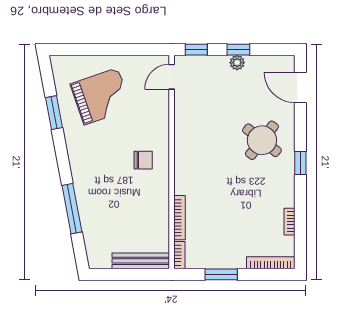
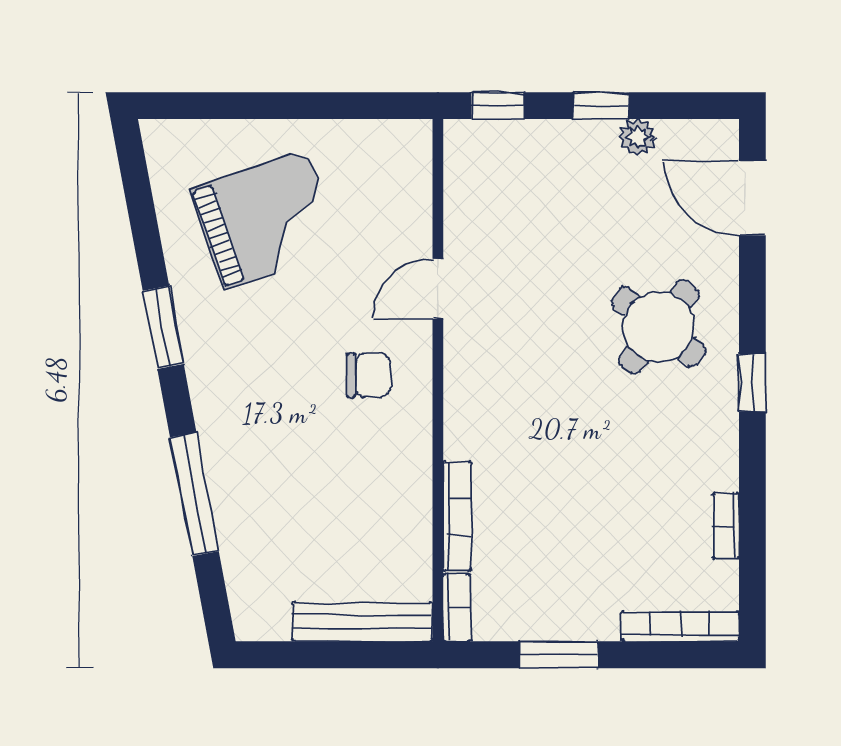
plant: (237, 63) -> (638, 137), moved
door: (172, 77) -> (438, 289), moved
window: (54, 113) -> (163, 327), moved

